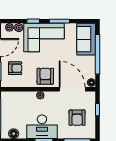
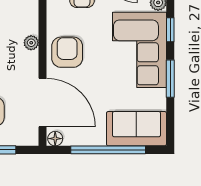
armchair: (45, 76) -> (67, 52), turned -90
door: (72, 89) -> (43, 103), hinge flipped

